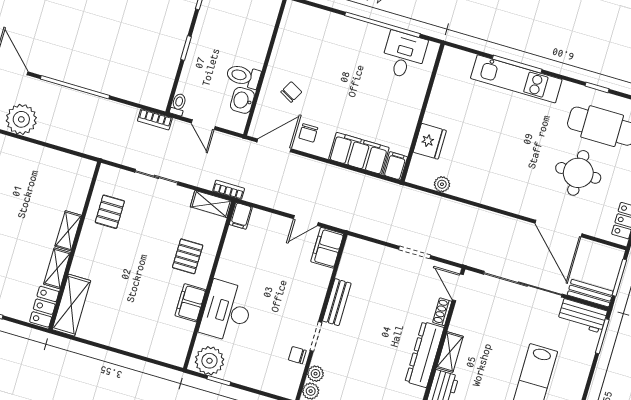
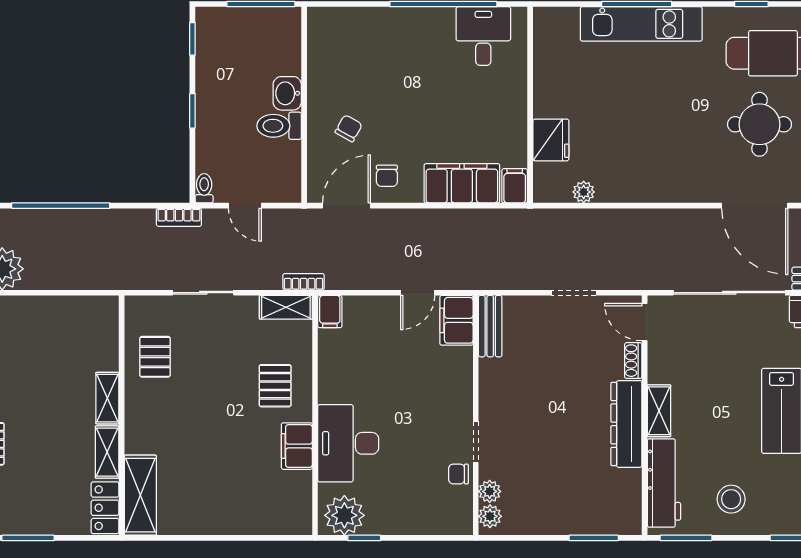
washbasin: (242, 100) -> (287, 93), moved
bench: (337, 302) -> (490, 326), moved

